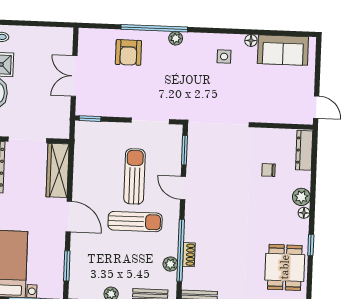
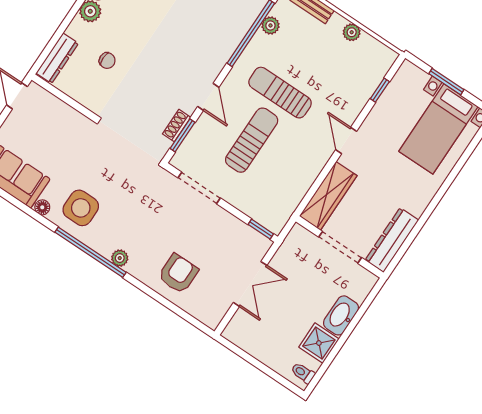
window: (154, 28) -> (90, 252), moved
side table: (224, 57) -> (81, 208), width x1.87, depth x1.87
sun lounger: (134, 176) -> (252, 140), turned 180
door: (69, 217) -> (346, 140), width x0.73
shoe rack: (189, 255) -> (177, 126), moved
window: (67, 266) -> (380, 90), width x0.67

